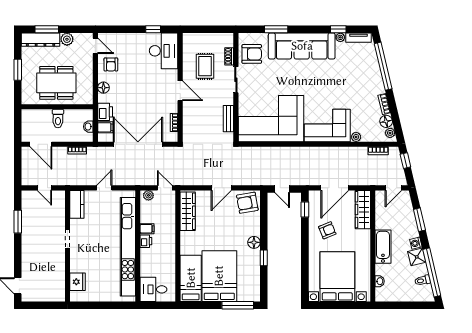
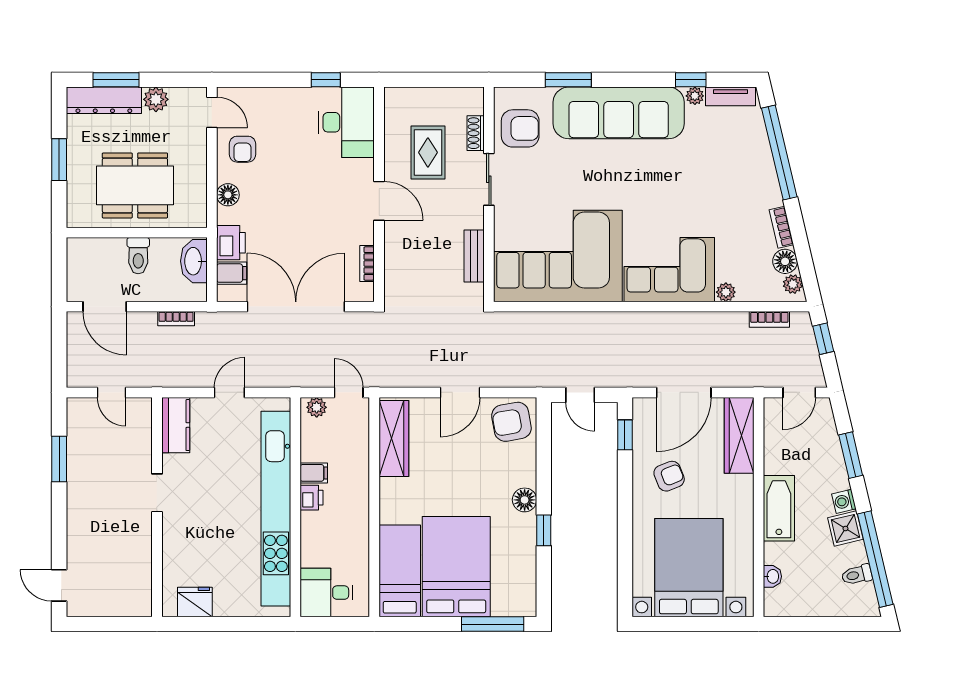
washbasin: (88, 127) -> (194, 261), width x1.91, depth x1.45
fridge: (77, 282) -> (195, 602), moved, turned -90

